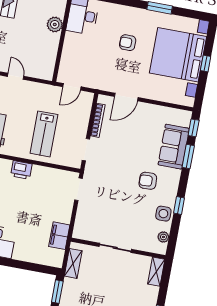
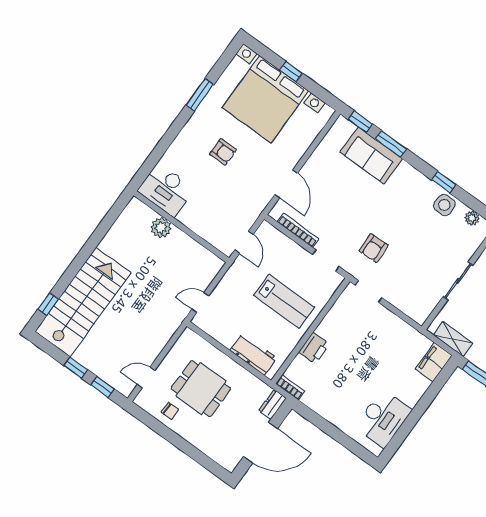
armchair: (128, 43) -> (223, 152), turned -90
armchair: (148, 181) -> (374, 248), moved
filing cabinet: (59, 236) -> (434, 362), moved, turned 90

